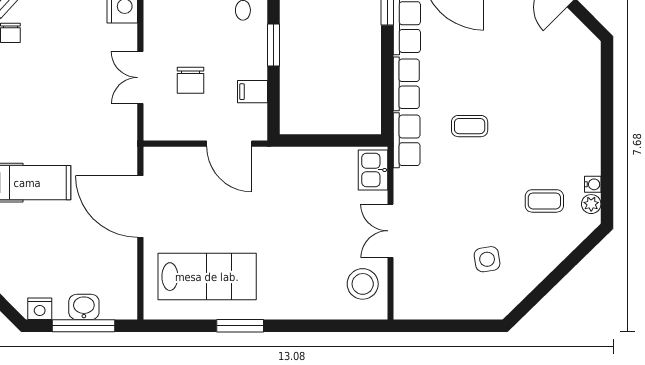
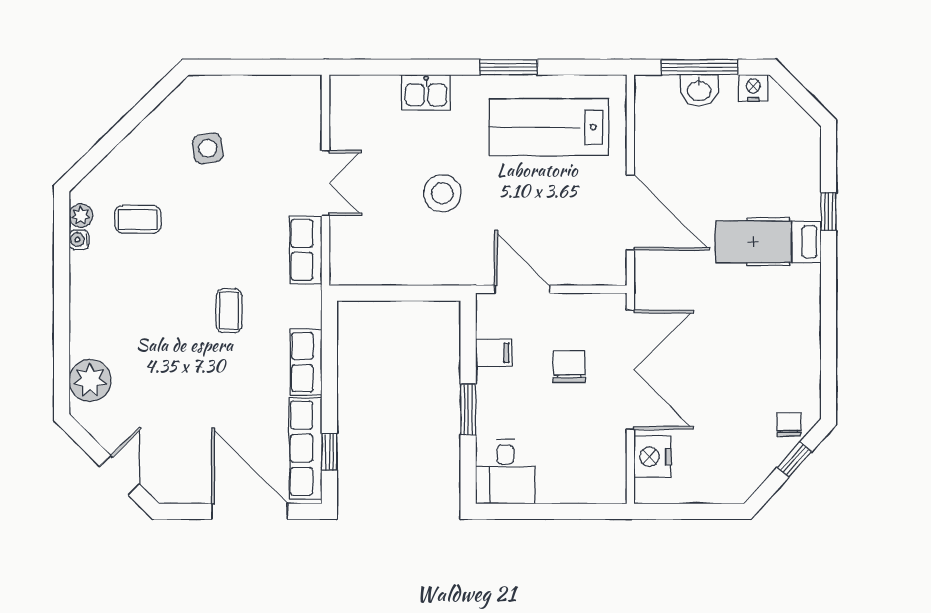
plant: (584, 69) -> (90, 380), added
double door: (140, 78) -> (630, 370), width x1.87
coffee table: (470, 126) -> (229, 311), turned 90
row of seats: (407, 140) -> (306, 250), moved
kitchen sink: (373, 170) -> (426, 92), moved, turned 90
stool: (363, 284) -> (442, 193), moved

